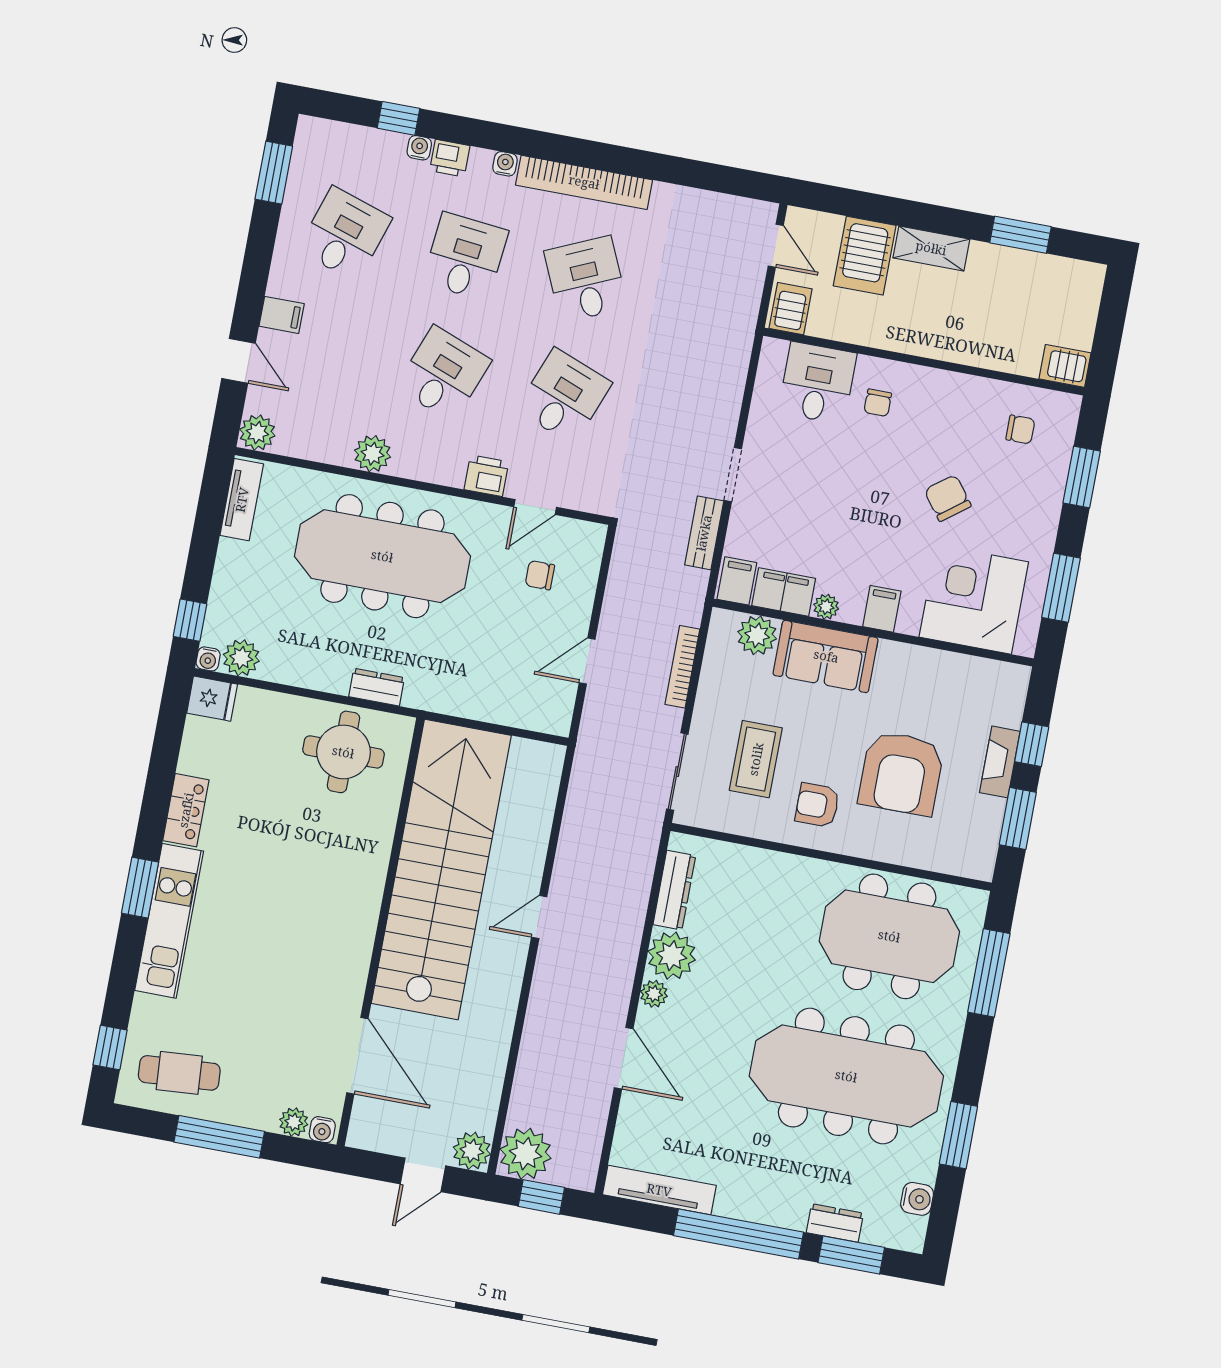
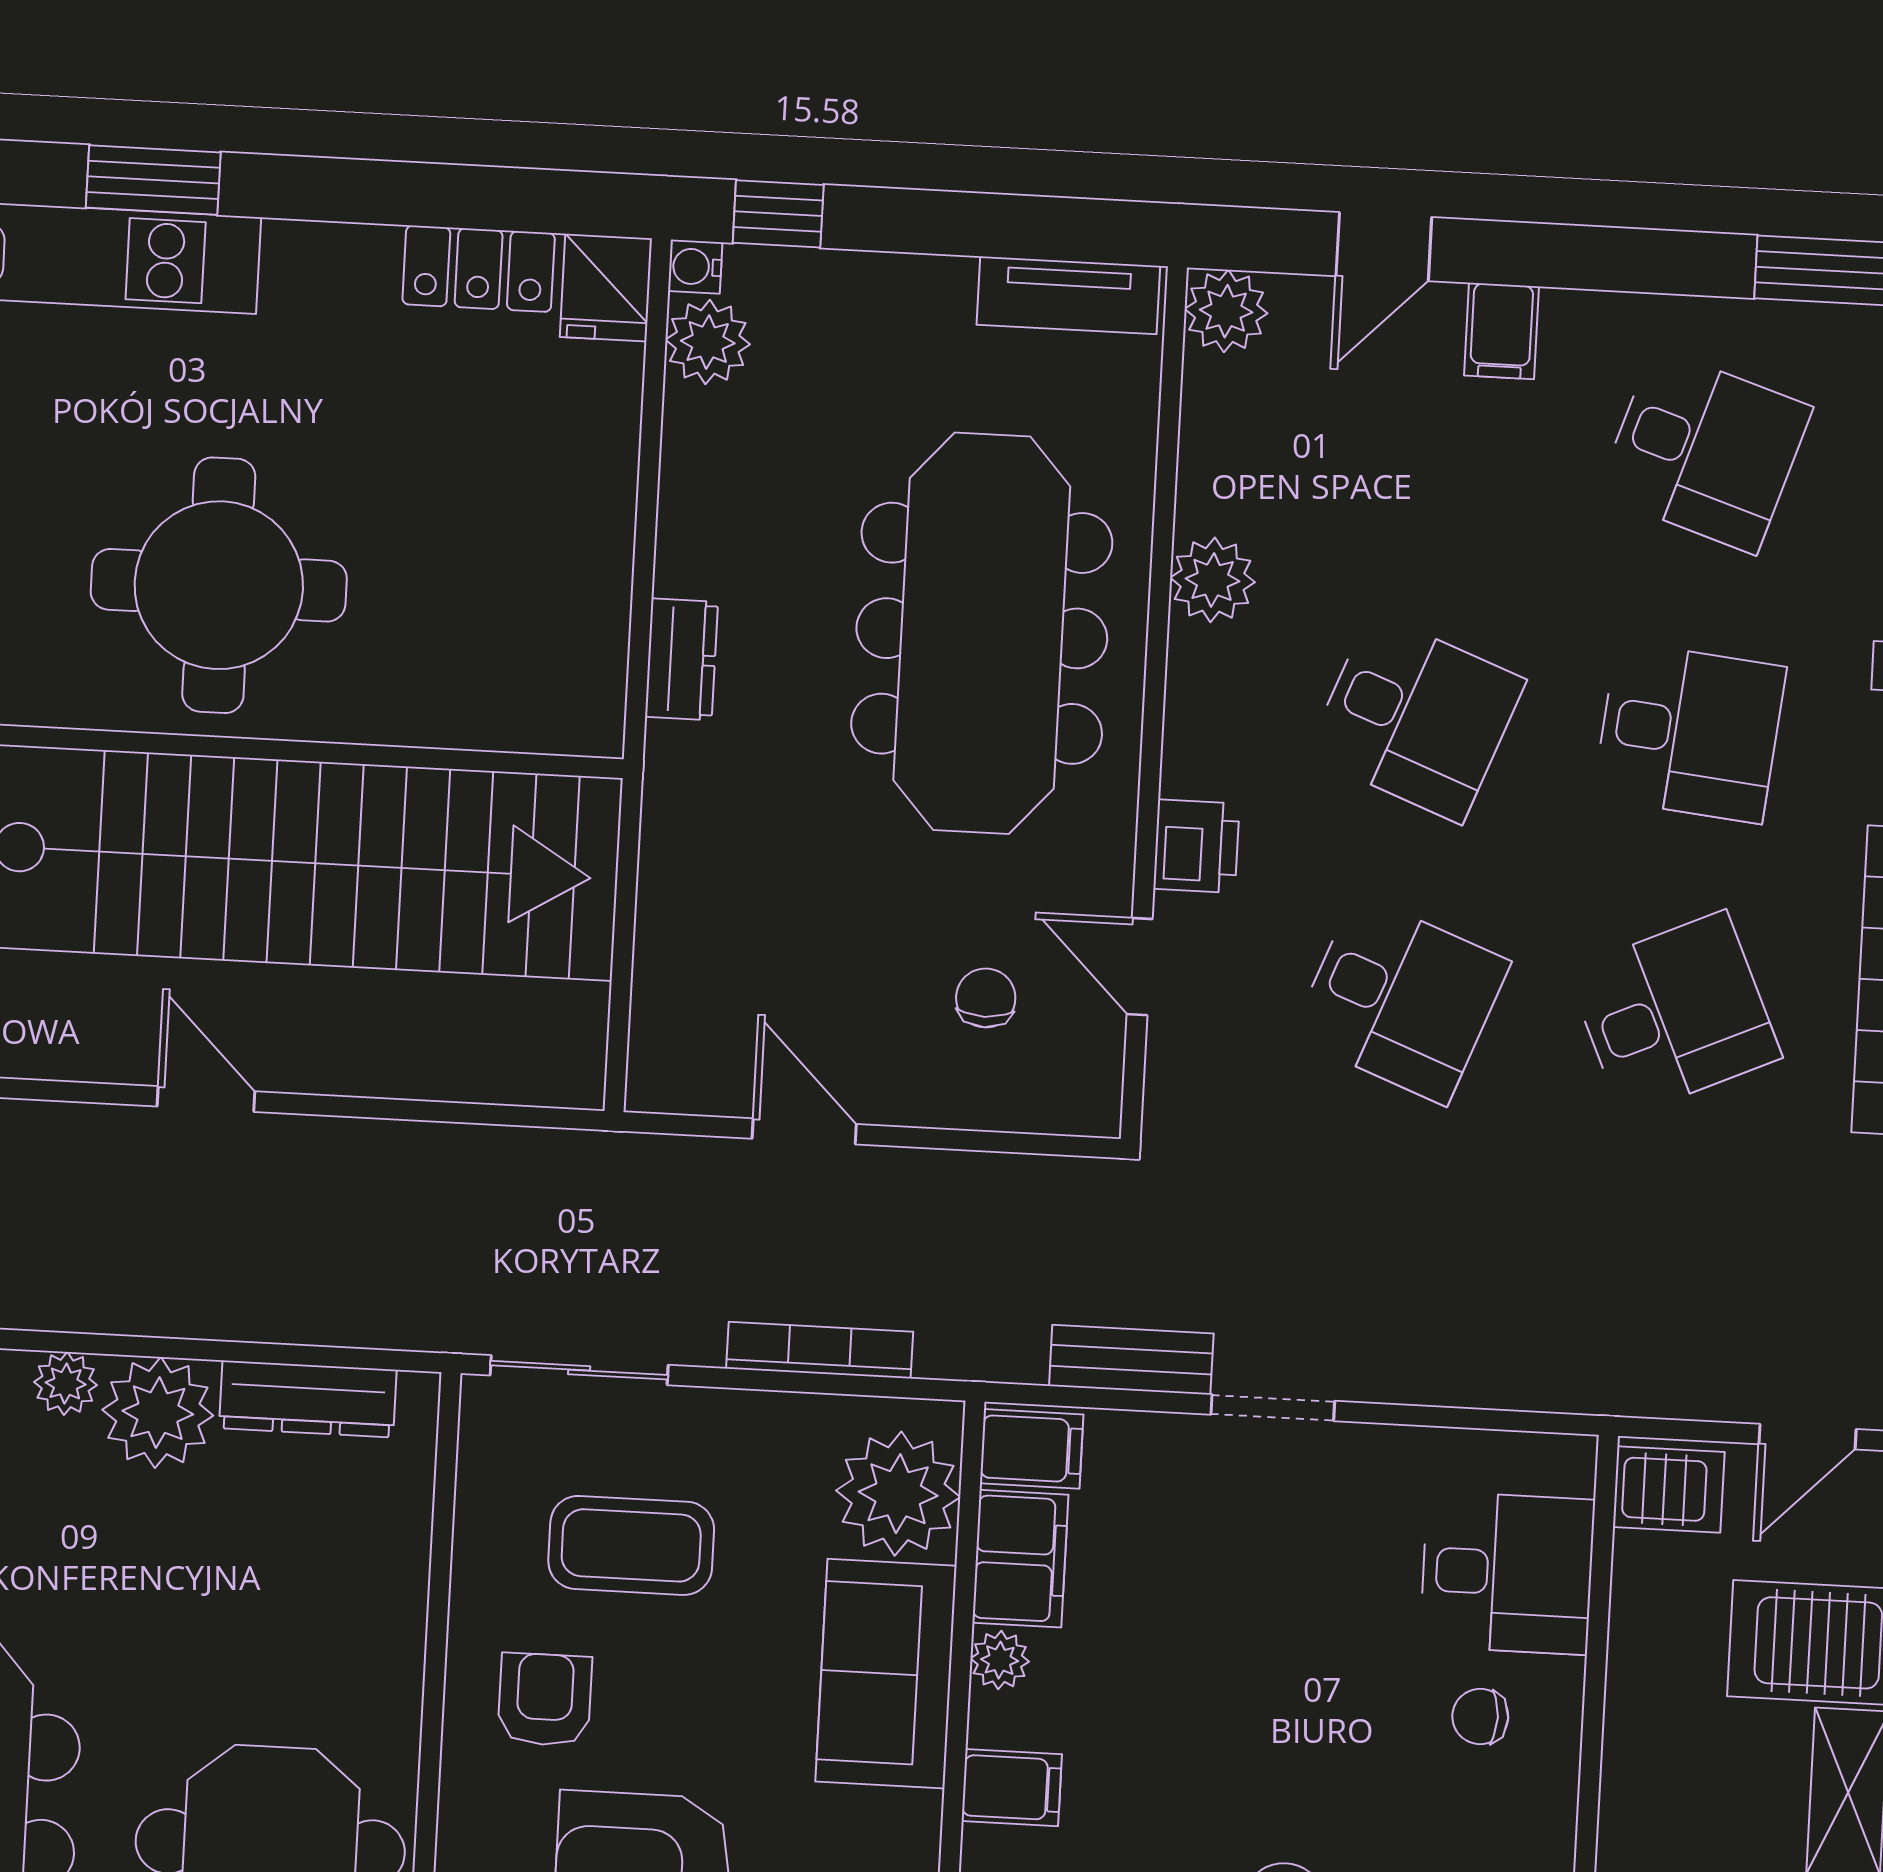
plant: (757, 635) -> (898, 1494), width x1.36, depth x1.36
round table: (343, 752) -> (219, 585), moved, width x1.36, depth x1.36
locker: (186, 810) -> (479, 269), moved

